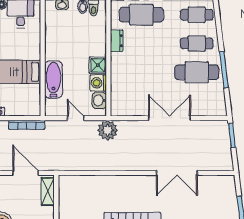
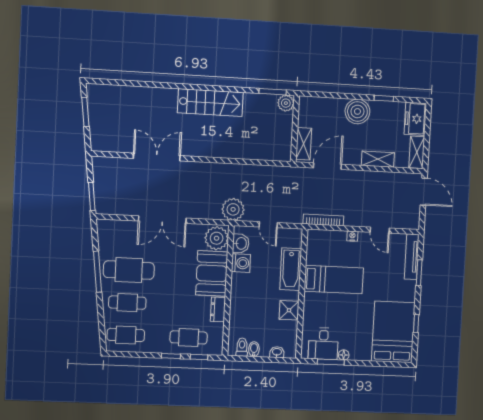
cafe table: (141, 15) -> (189, 337), width x0.73, depth x0.74
shower: (98, 65) -> (289, 310), moved
booth: (124, 73) -> (212, 273), added
plant: (121, 104) -> (217, 238), added
door: (26, 173) -> (327, 166), swing flipped

